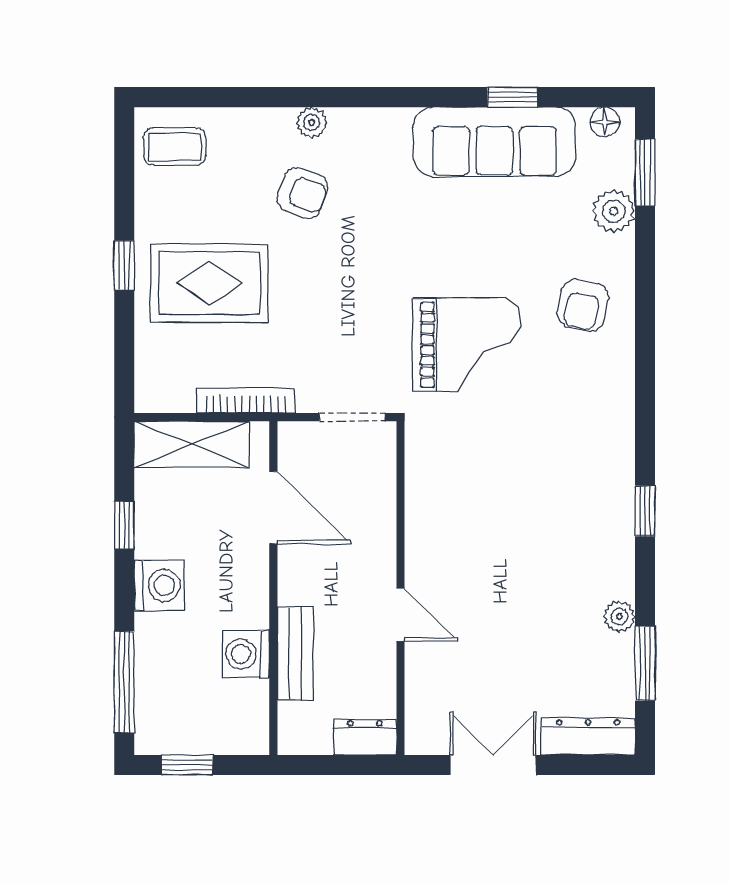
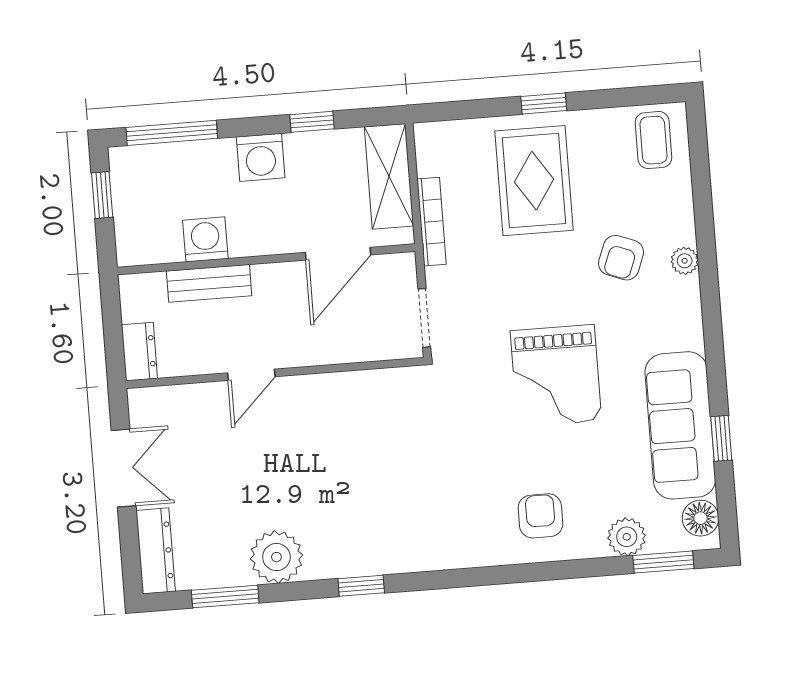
floor lamp: (605, 122) -> (700, 518), width x1.37, depth x1.37
armchair: (583, 305) -> (540, 516), turned 79
grand piano: (467, 345) -> (556, 376), moved
plant: (619, 616) -> (276, 557), width x1.88, depth x1.88

